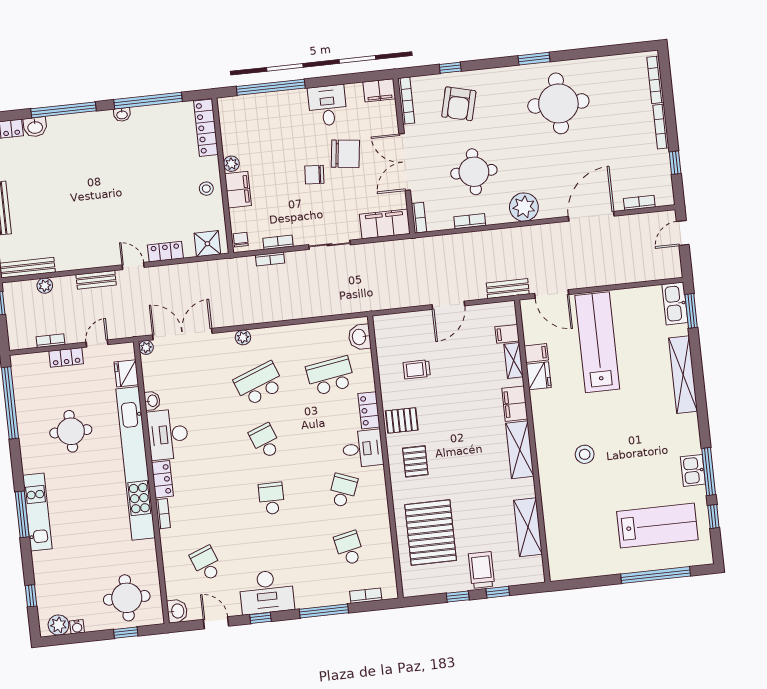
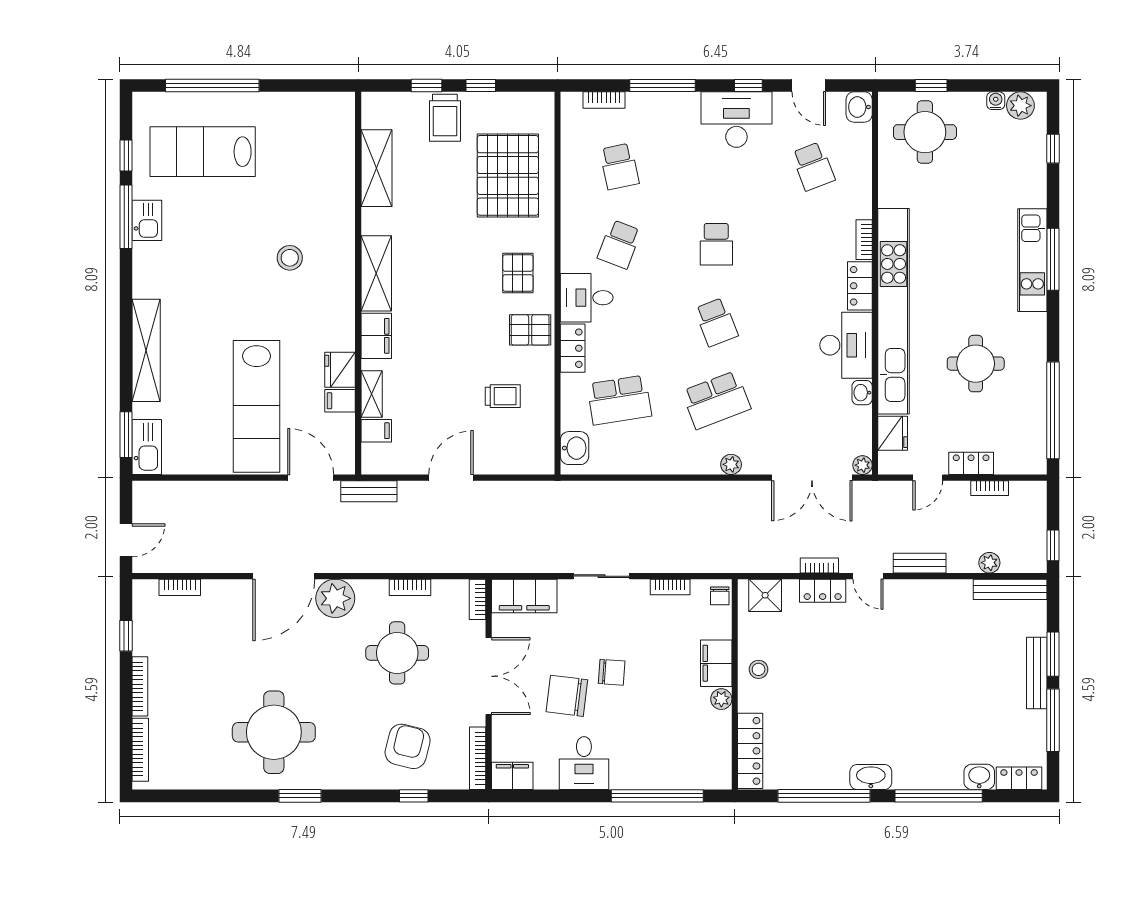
washbasin: (122, 115) -> (871, 777), width x1.91, depth x1.45
door: (591, 216) -> (284, 576), moved
bookcase: (270, 259) -> (819, 566), moved

